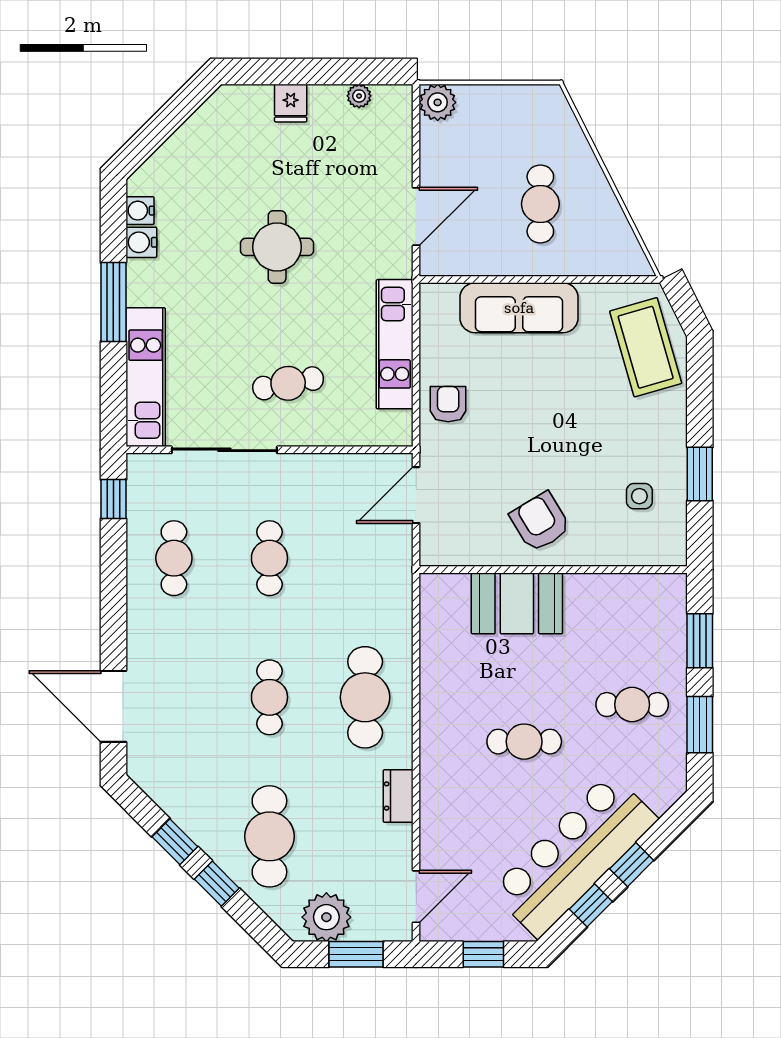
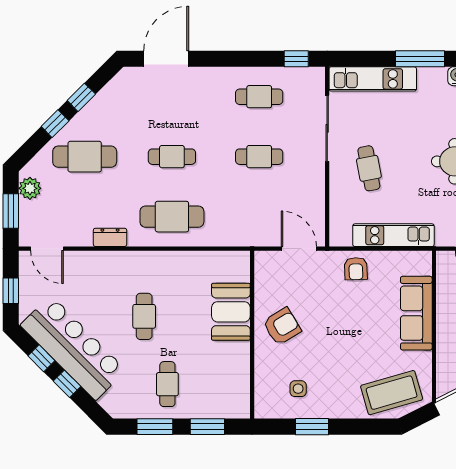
armchair: (448, 404) -> (356, 269), turned 88
plant: (326, 917) -> (30, 188), width x0.73, depth x0.73

